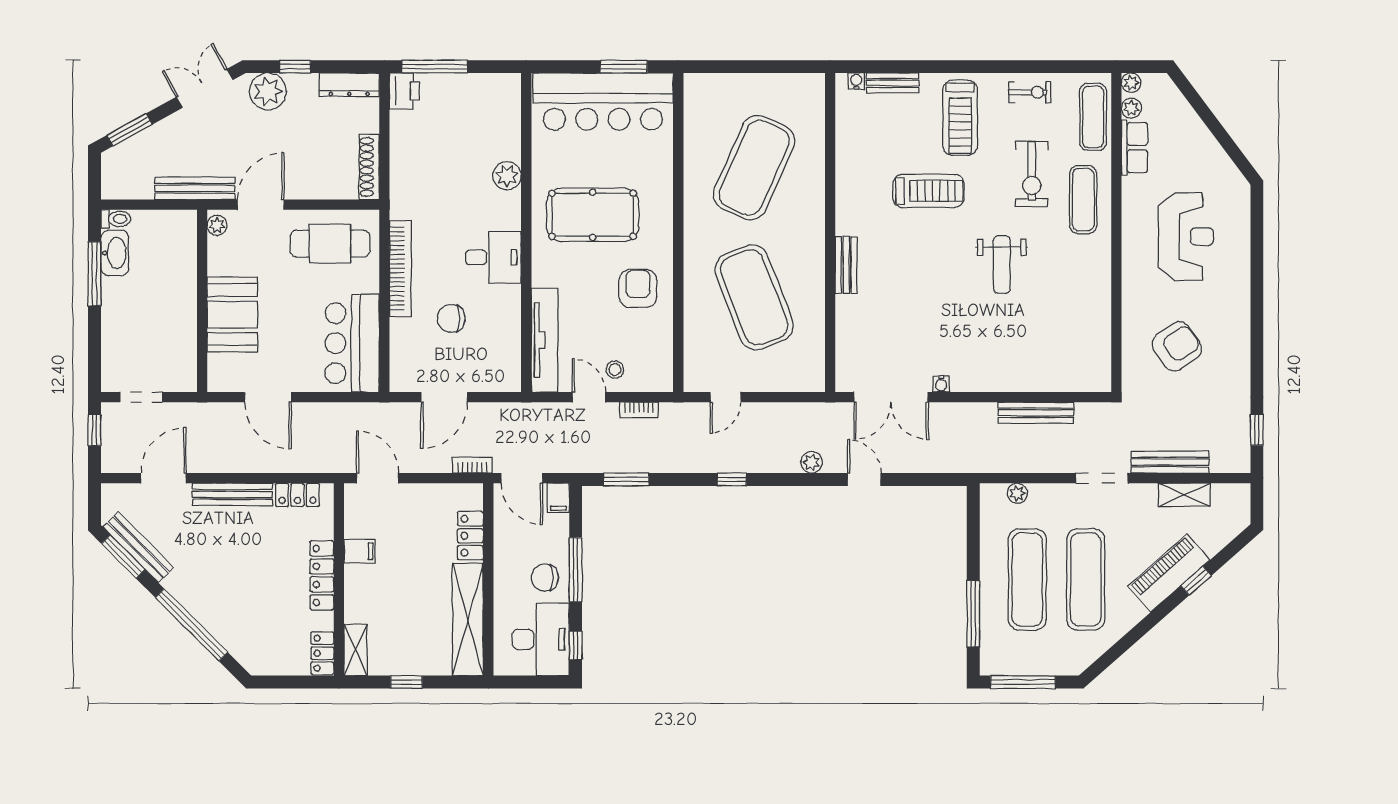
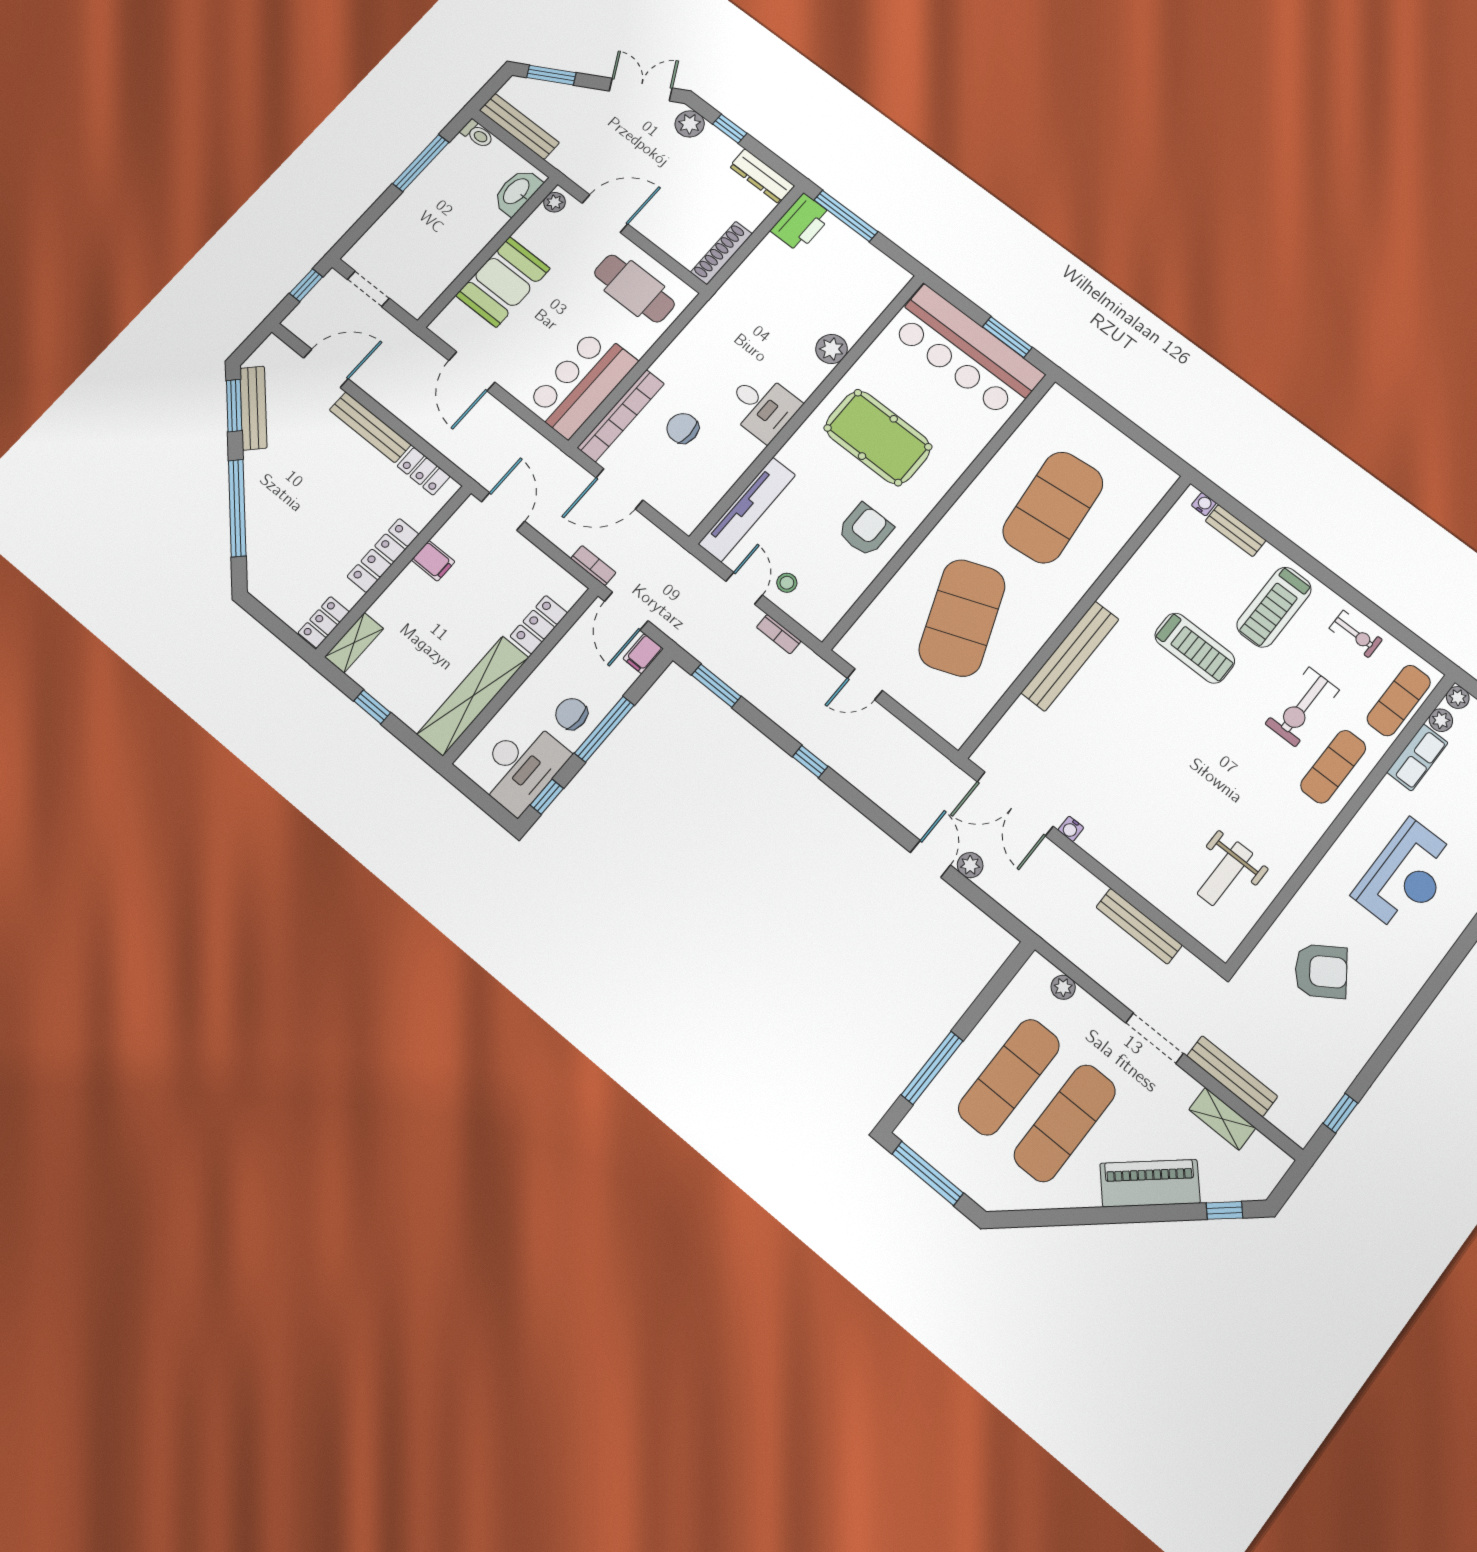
plant: (268, 91) -> (690, 124), width x0.73, depth x0.73
printer: (404, 91) -> (801, 223), width x1.37, depth x1.19
exercise mat: (754, 168) -> (1053, 507), turned -30
bench: (195, 188) -> (519, 126), moved
washbasin: (115, 253) -> (517, 192), moved, turned 180
bench: (846, 265) -> (1070, 656), width x1.86, depth x1.21
weight bench: (1002, 265) -> (1225, 874), moved
bookcase: (400, 268) -> (621, 416), moved
plant: (812, 462) -> (970, 865), moved
window: (1196, 581) -> (1224, 1210), moved

